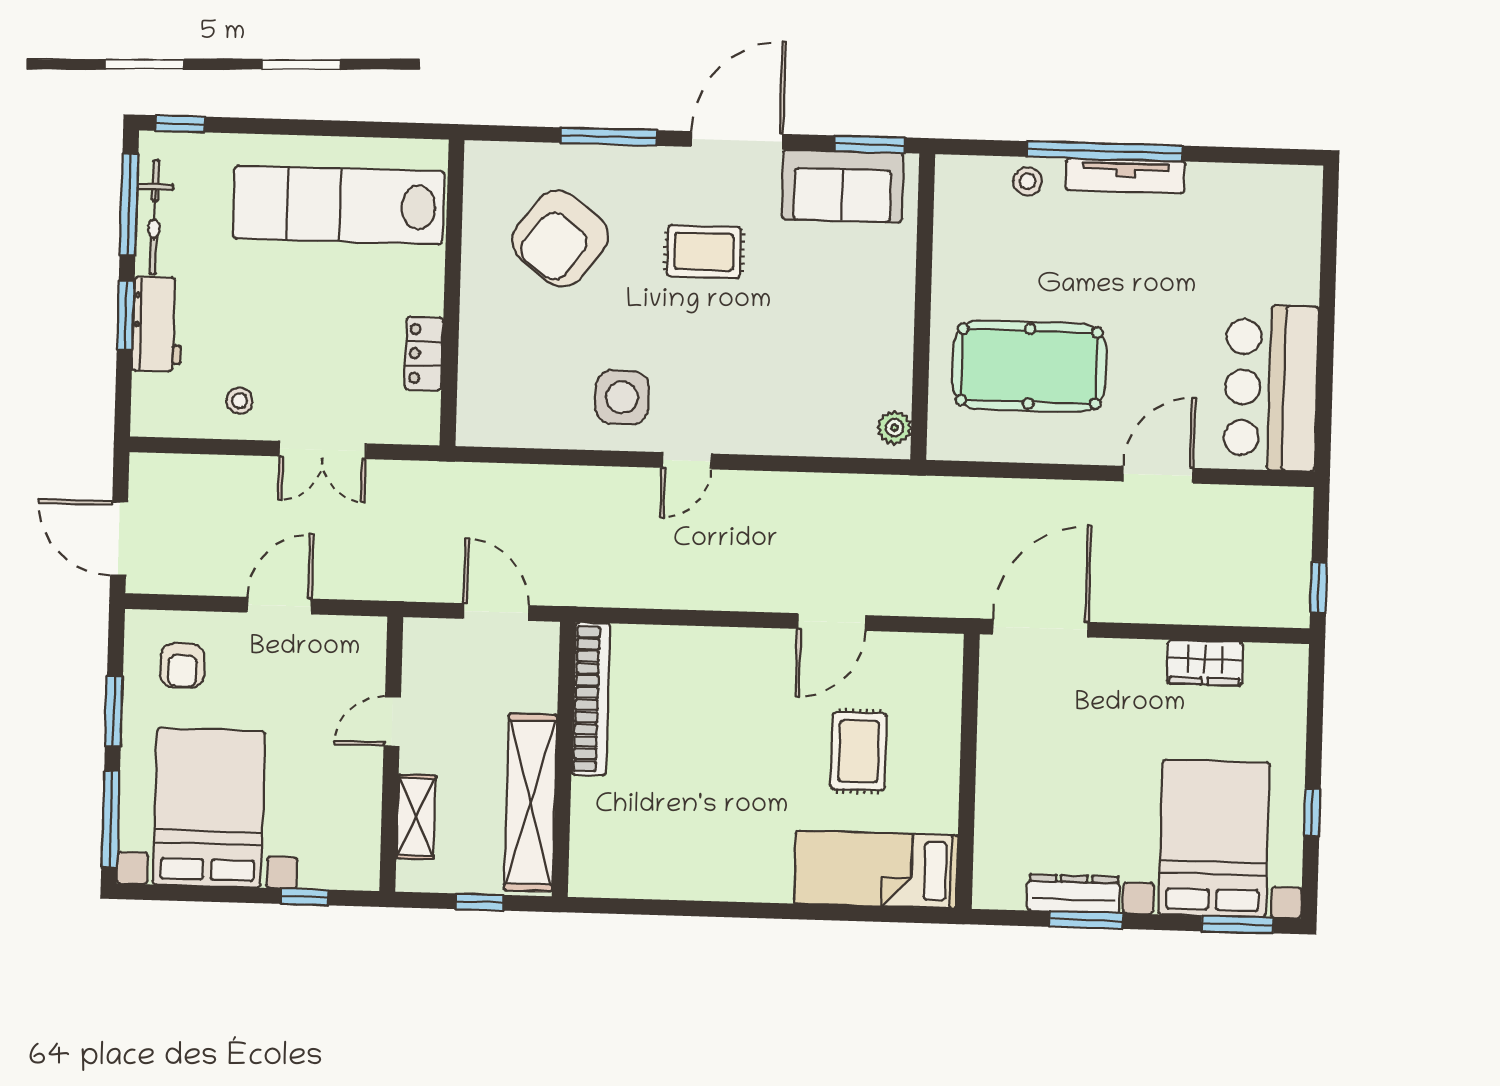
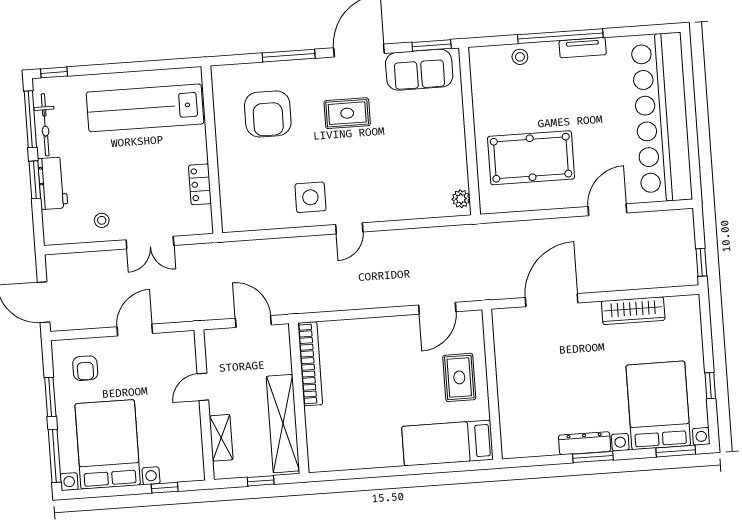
tv unit: (1126, 176) -> (583, 48), width x0.71
armchair: (560, 238) -> (268, 114), turned -37
bar counter: (1271, 388) -> (662, 117), width x1.86
wardrobe: (1205, 663) -> (633, 311), width x1.50
wall: (968, 771) -> (492, 384), moved
bed: (876, 869) -> (447, 443), moved

